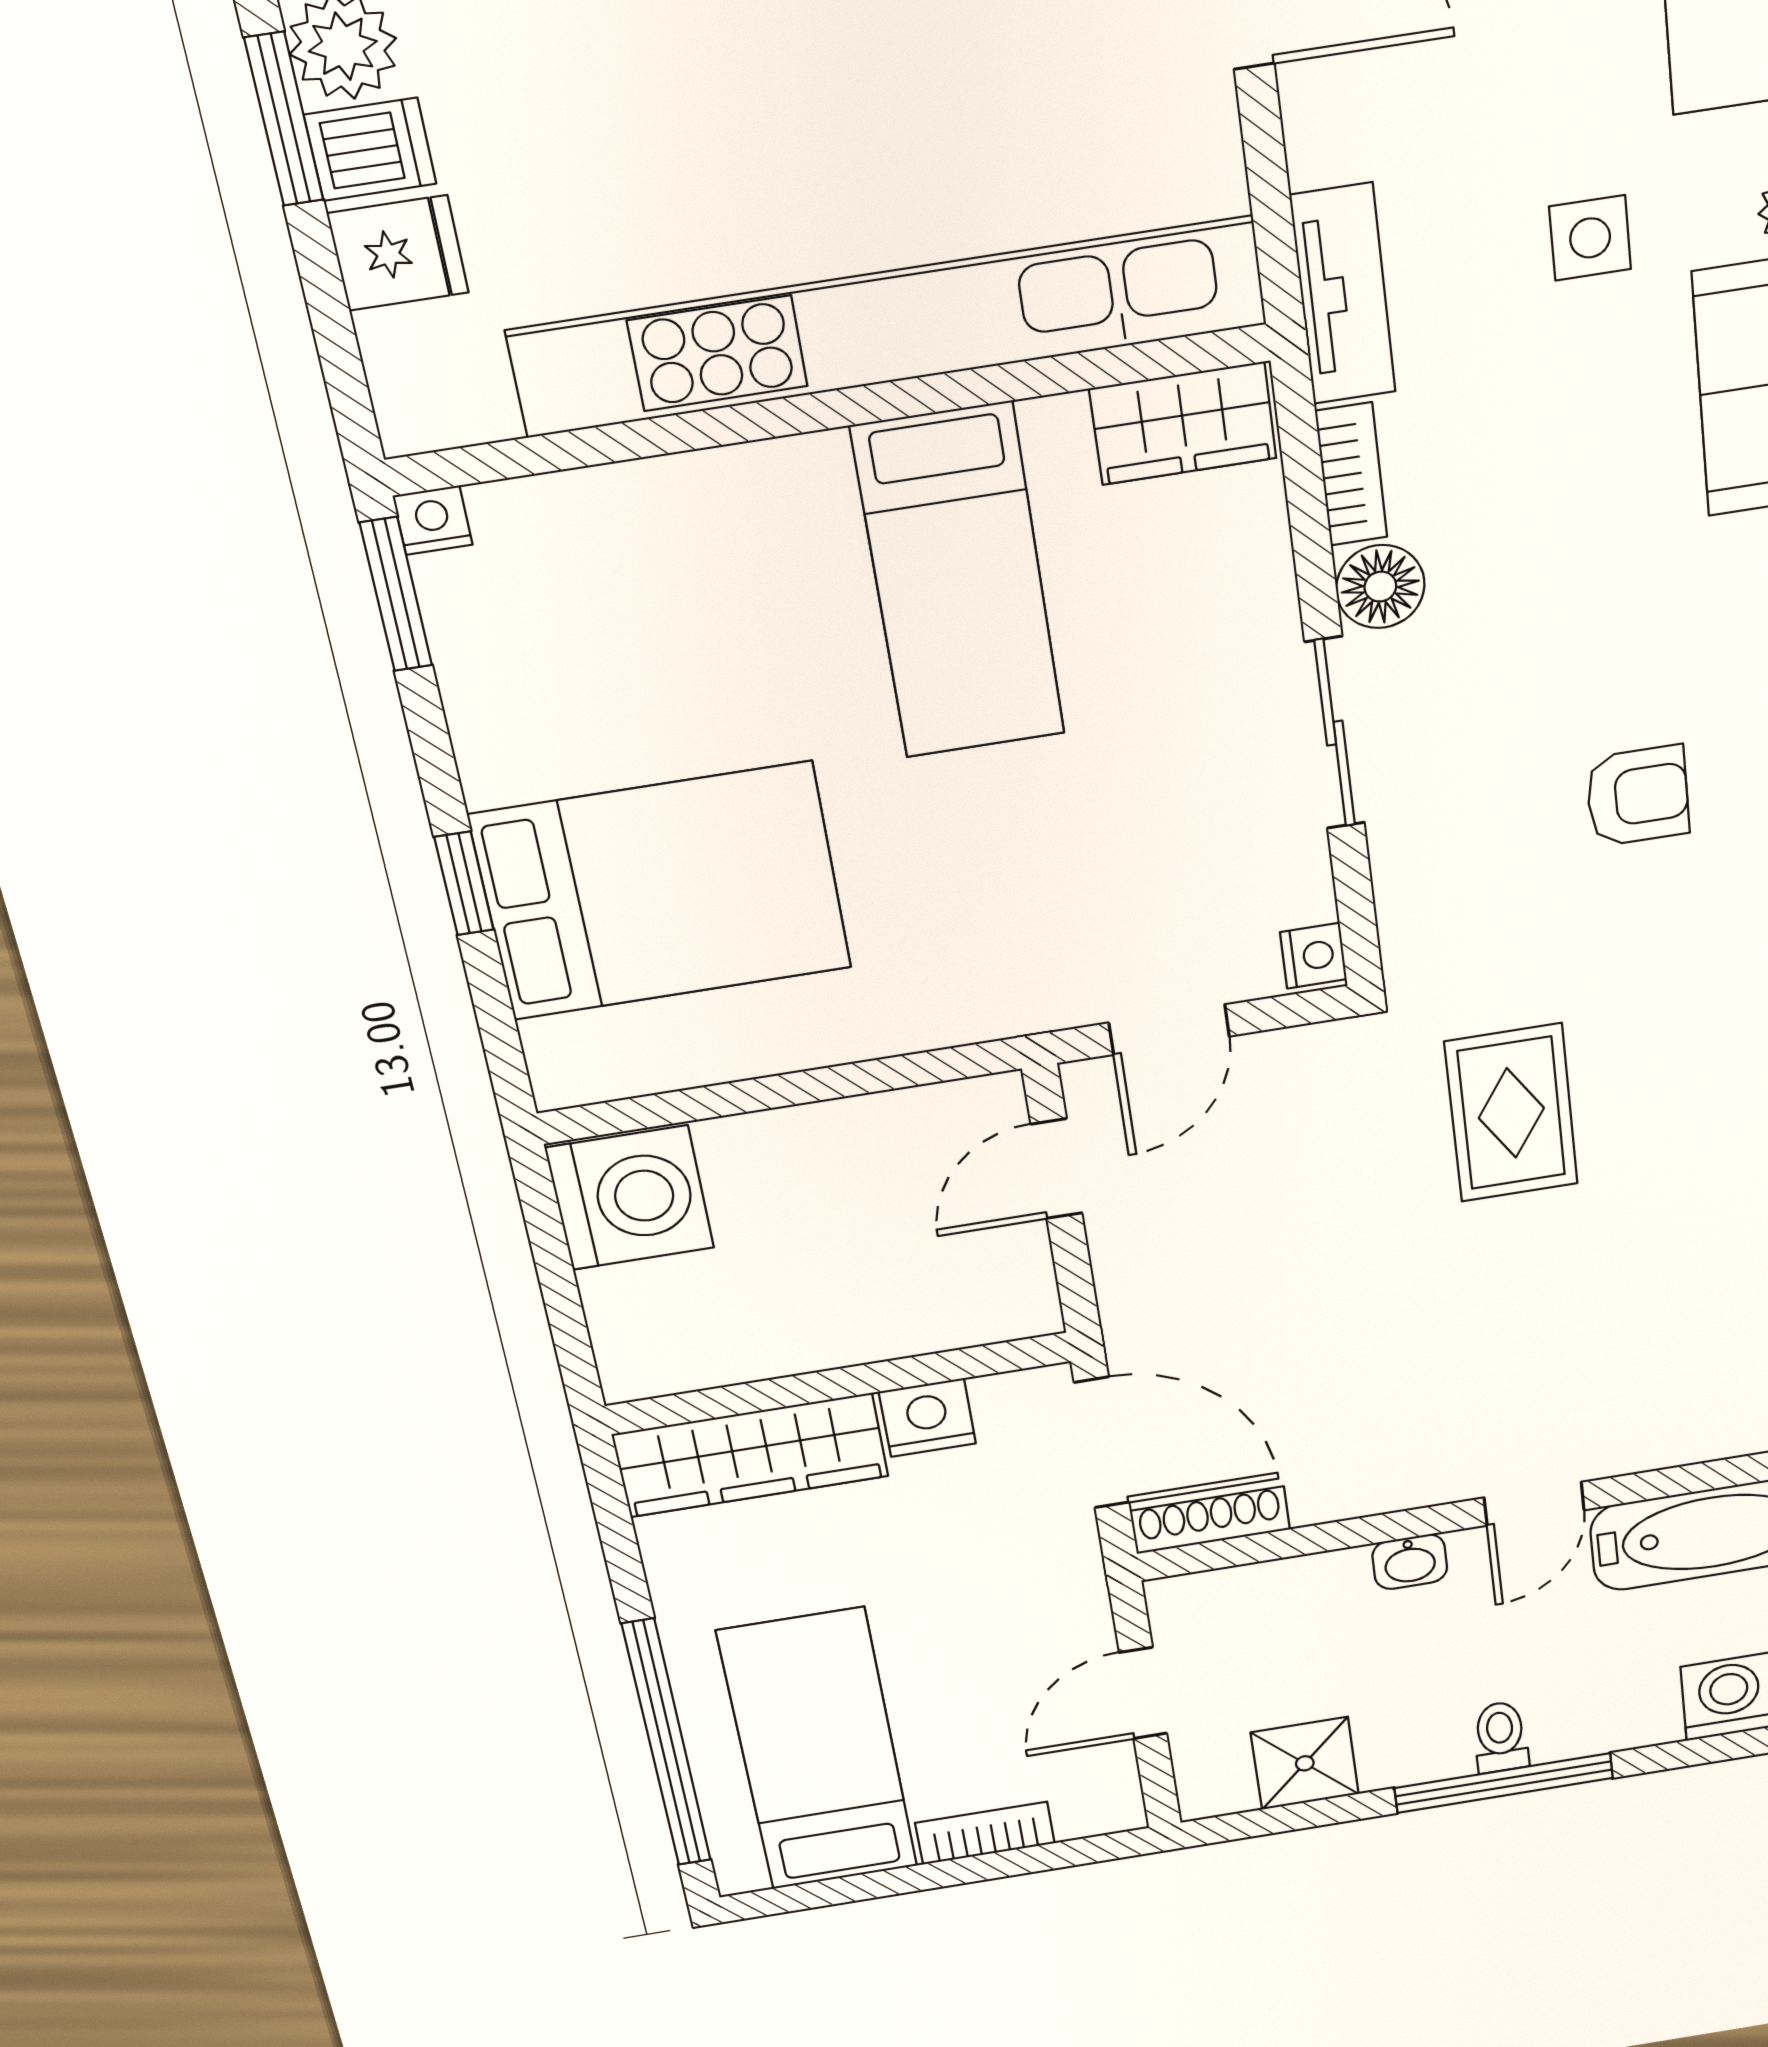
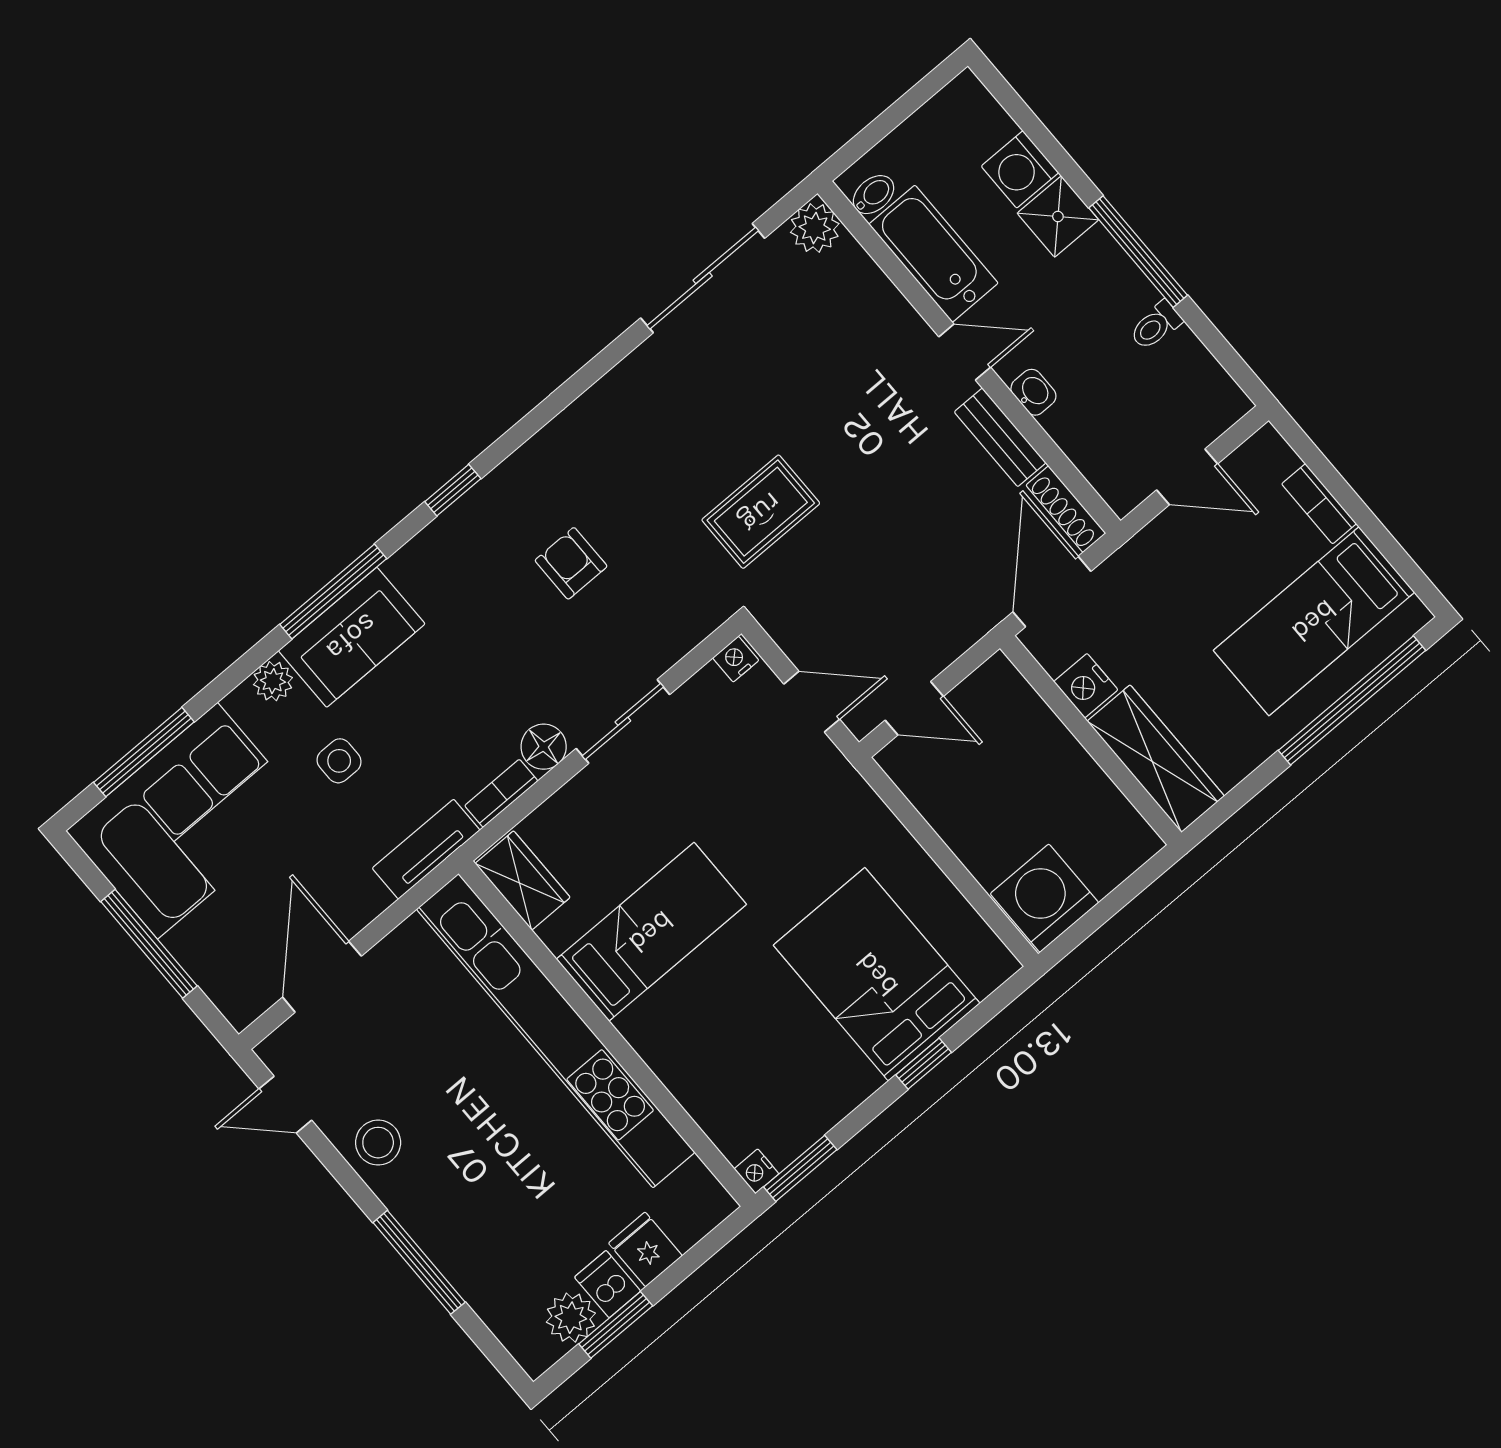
bench: (1378, 1488) -> (1000, 437), added
toilet: (1501, 1737) -> (1156, 326), moved
shower: (1305, 1763) -> (1058, 216), moved

